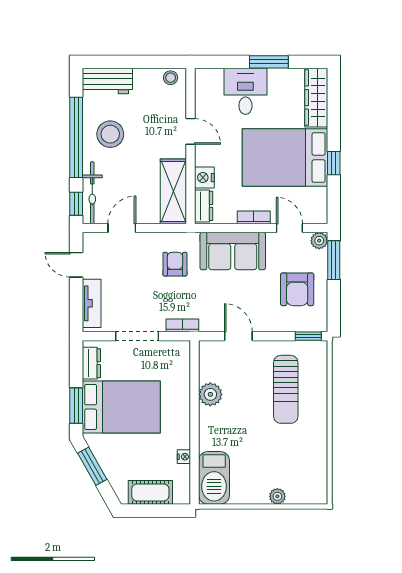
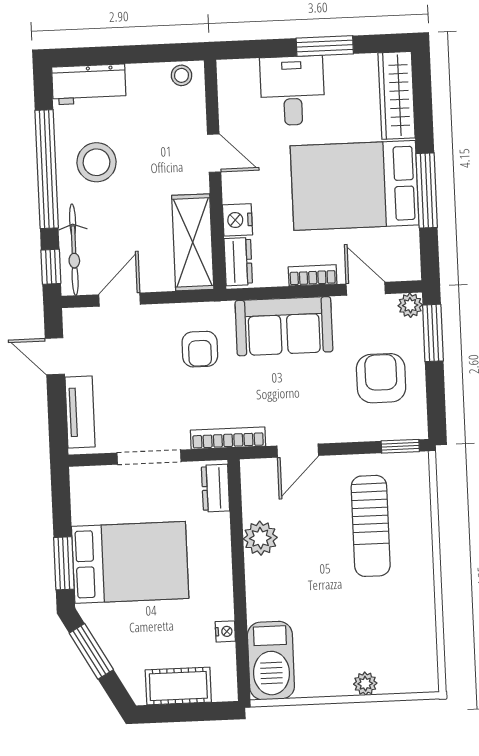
window: (334, 163) -> (427, 190), width x2.17
armchair: (175, 264) -> (200, 349), turned 180
armchair: (297, 289) -> (381, 378), turned 180
bookcase: (182, 325) -> (228, 438), width x1.56
door: (238, 336) -> (298, 451), swing flipped
dresser: (91, 363) -> (216, 488), moved, turned 180

